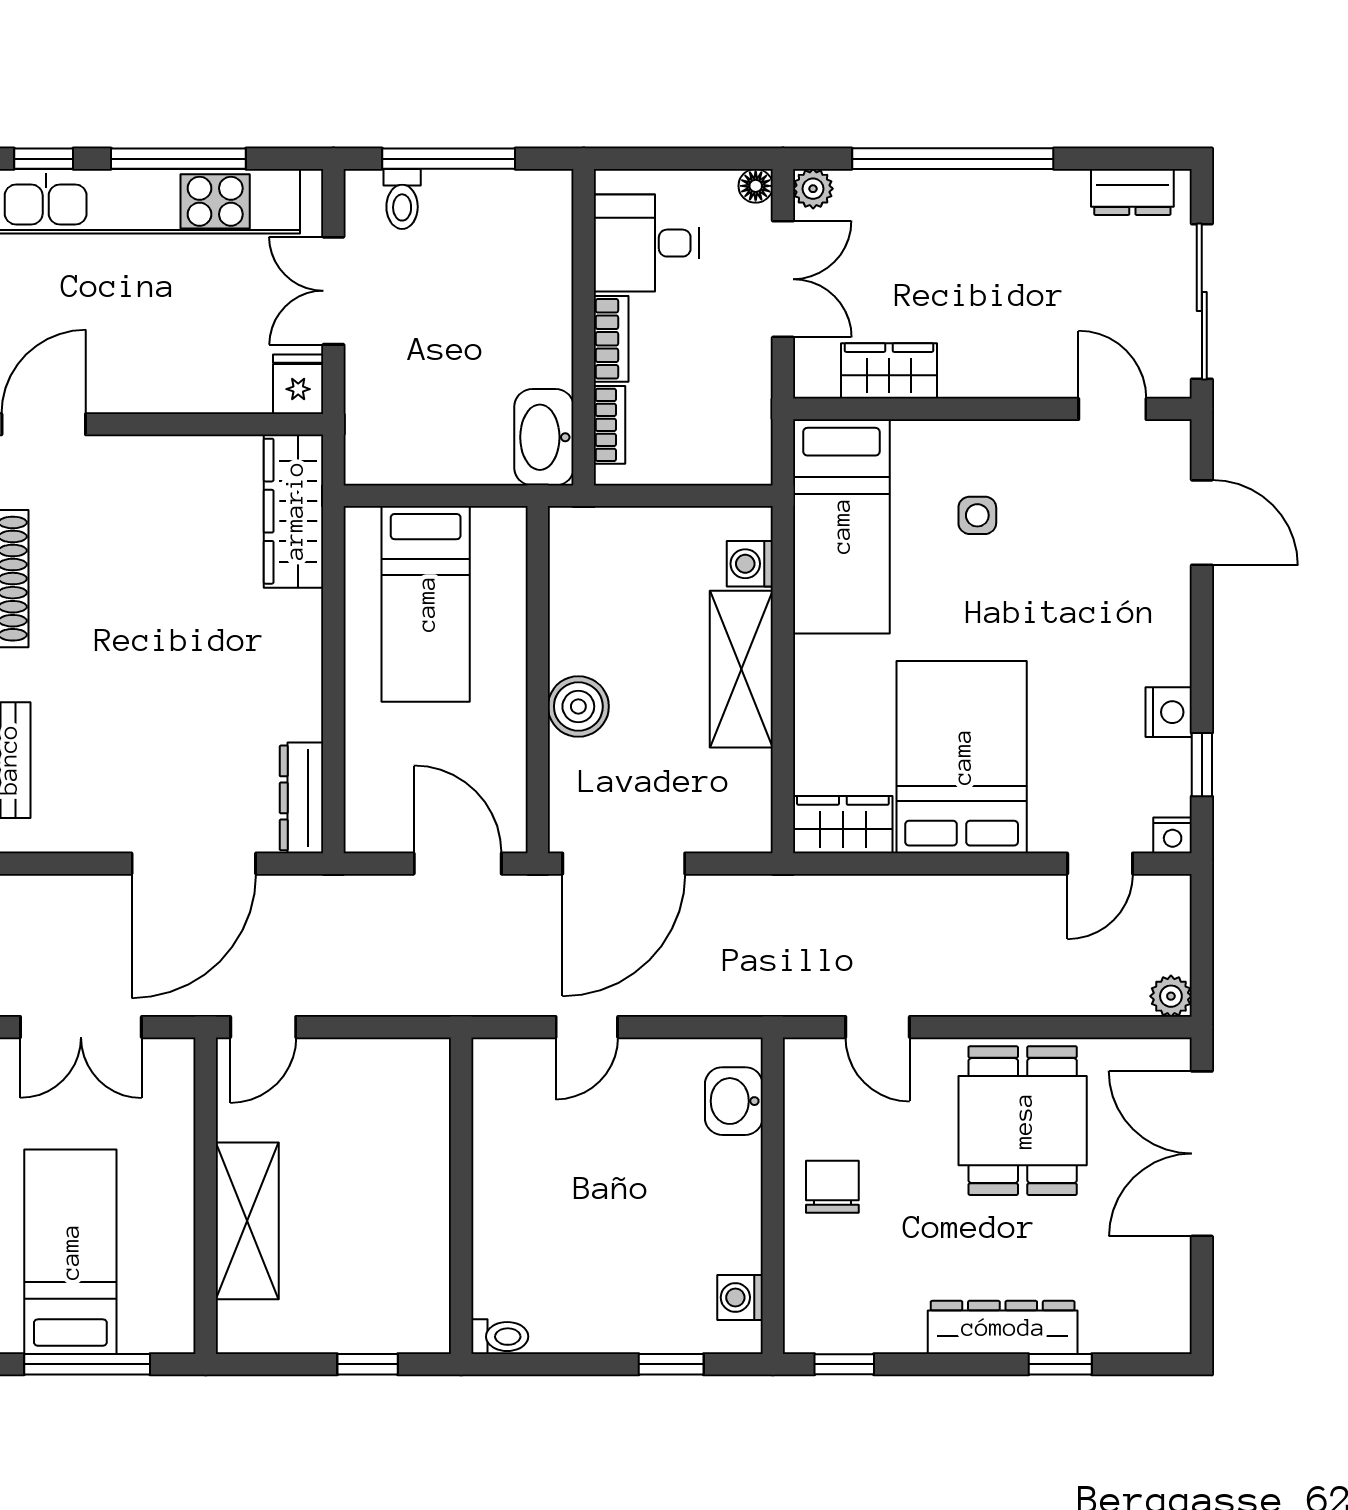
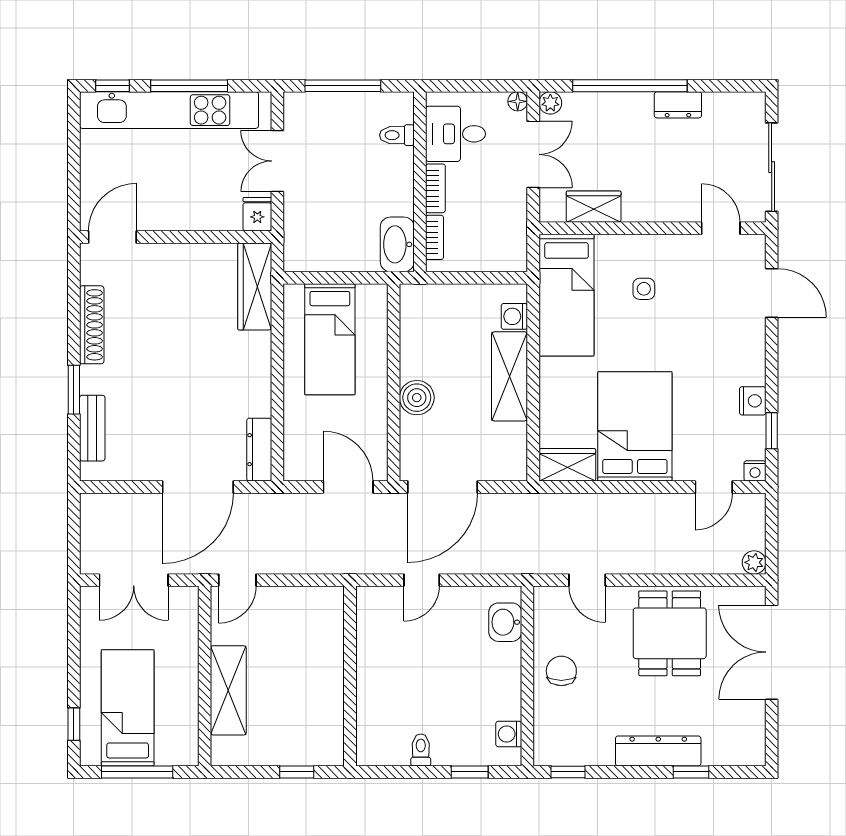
dresser: (1132, 192) -> (678, 105), moved
toilet: (402, 199) -> (397, 135), moved, turned 90
toilet: (500, 1337) -> (421, 750), moved, turned -90

